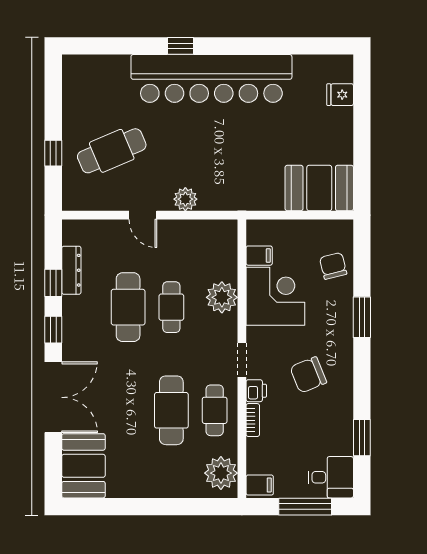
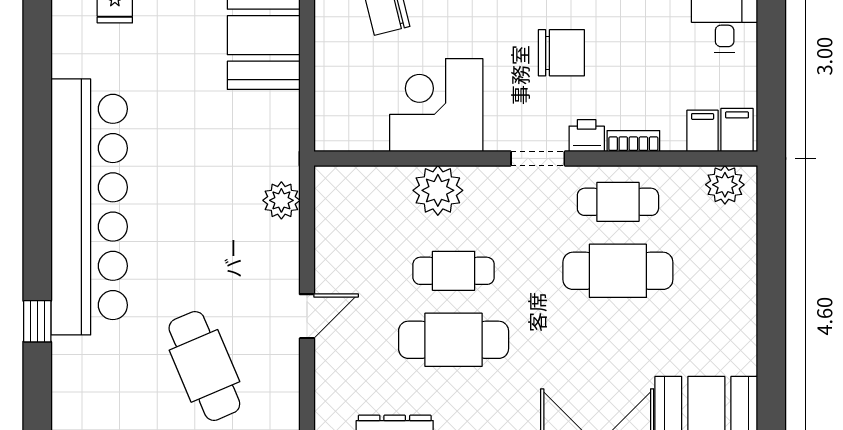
window: (181, 46) -> (37, 321), moved
plant: (185, 199) -> (281, 200), moved
filing cabinet: (259, 256) -> (703, 131), moved
chair: (308, 375) -> (561, 53), turned -68
plant: (221, 473) -> (725, 185), width x0.73, depth x0.73
window: (305, 507) -> (771, 58), removed

